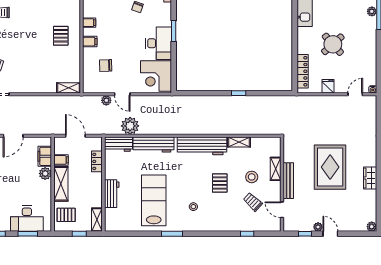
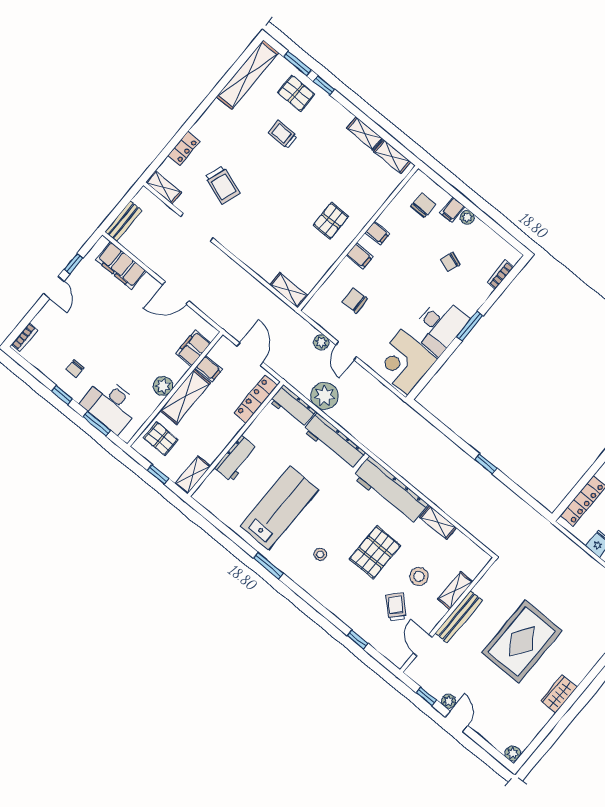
locker: (97, 161) -> (256, 399), width x1.53
plant: (45, 174) -> (163, 386), moved
pallet: (220, 183) -> (375, 552), width x1.50, depth x1.42

